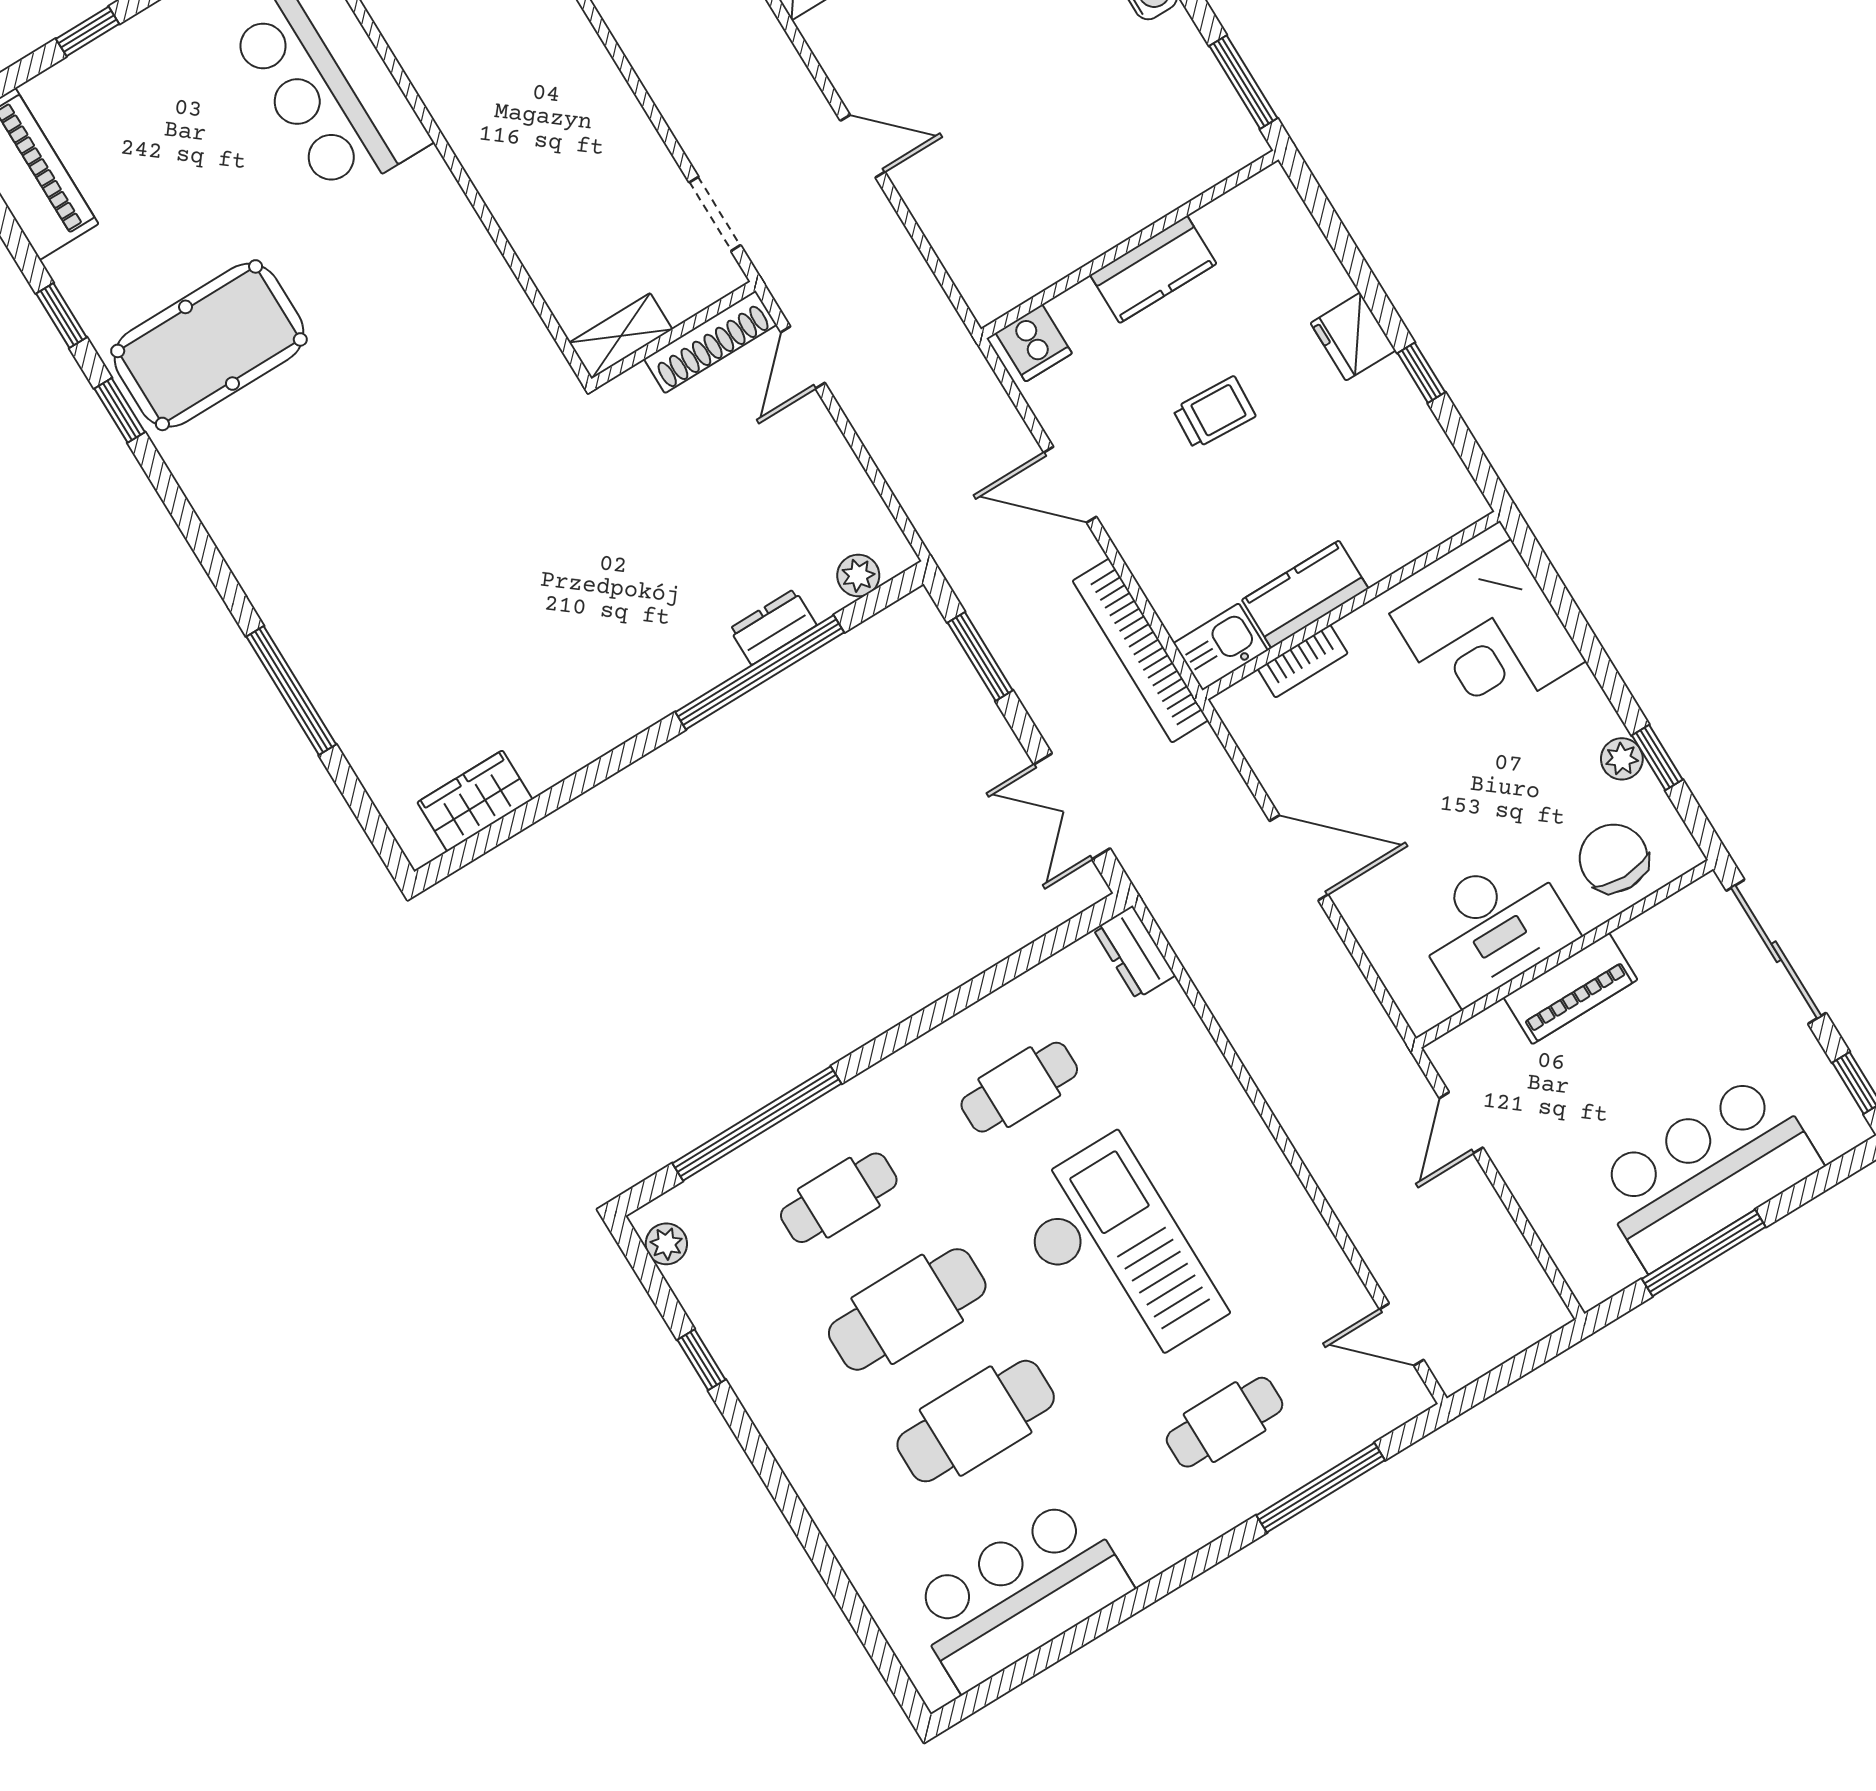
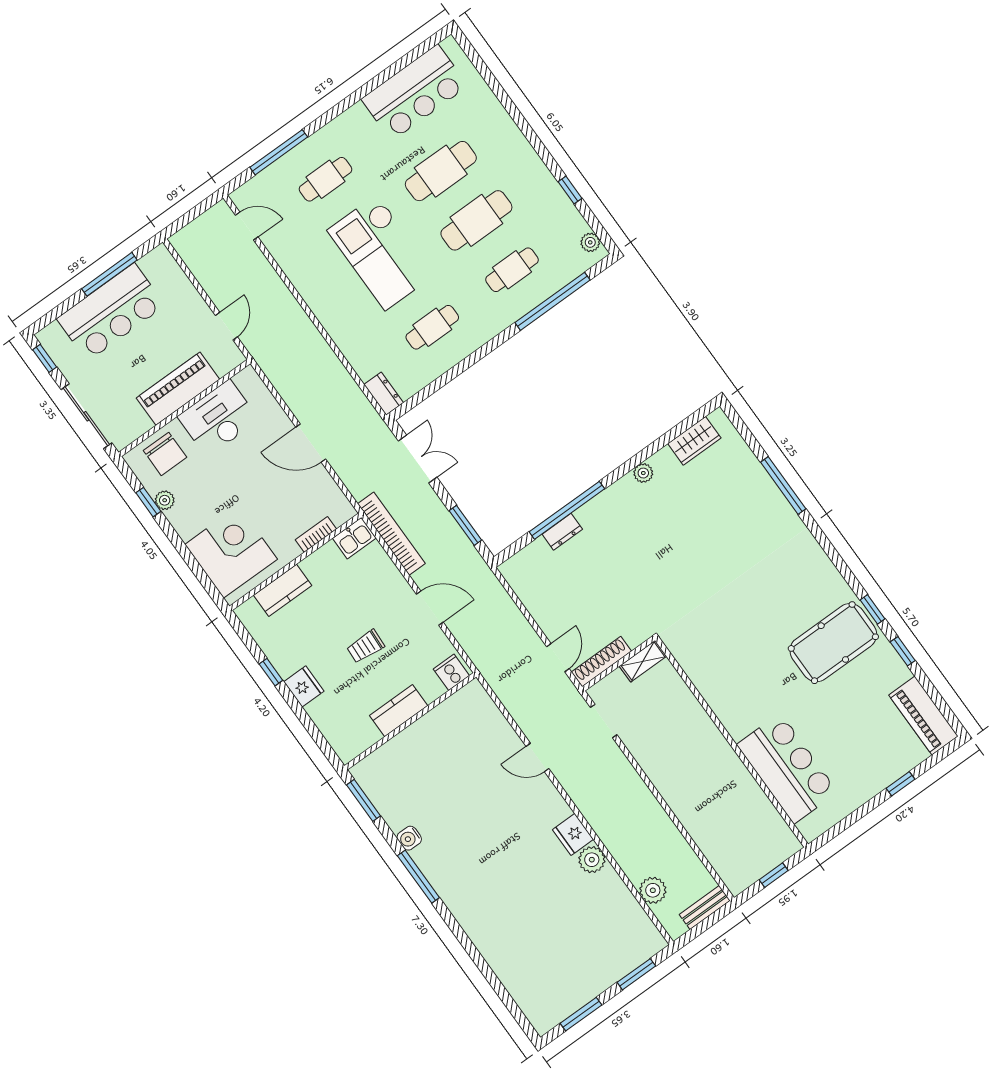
plant: (858, 575) -> (643, 473), moved
kitchen counter: (1305, 594) -> (283, 590), moved
piano: (1571, 989) -> (178, 389), width x1.37, depth x1.33

